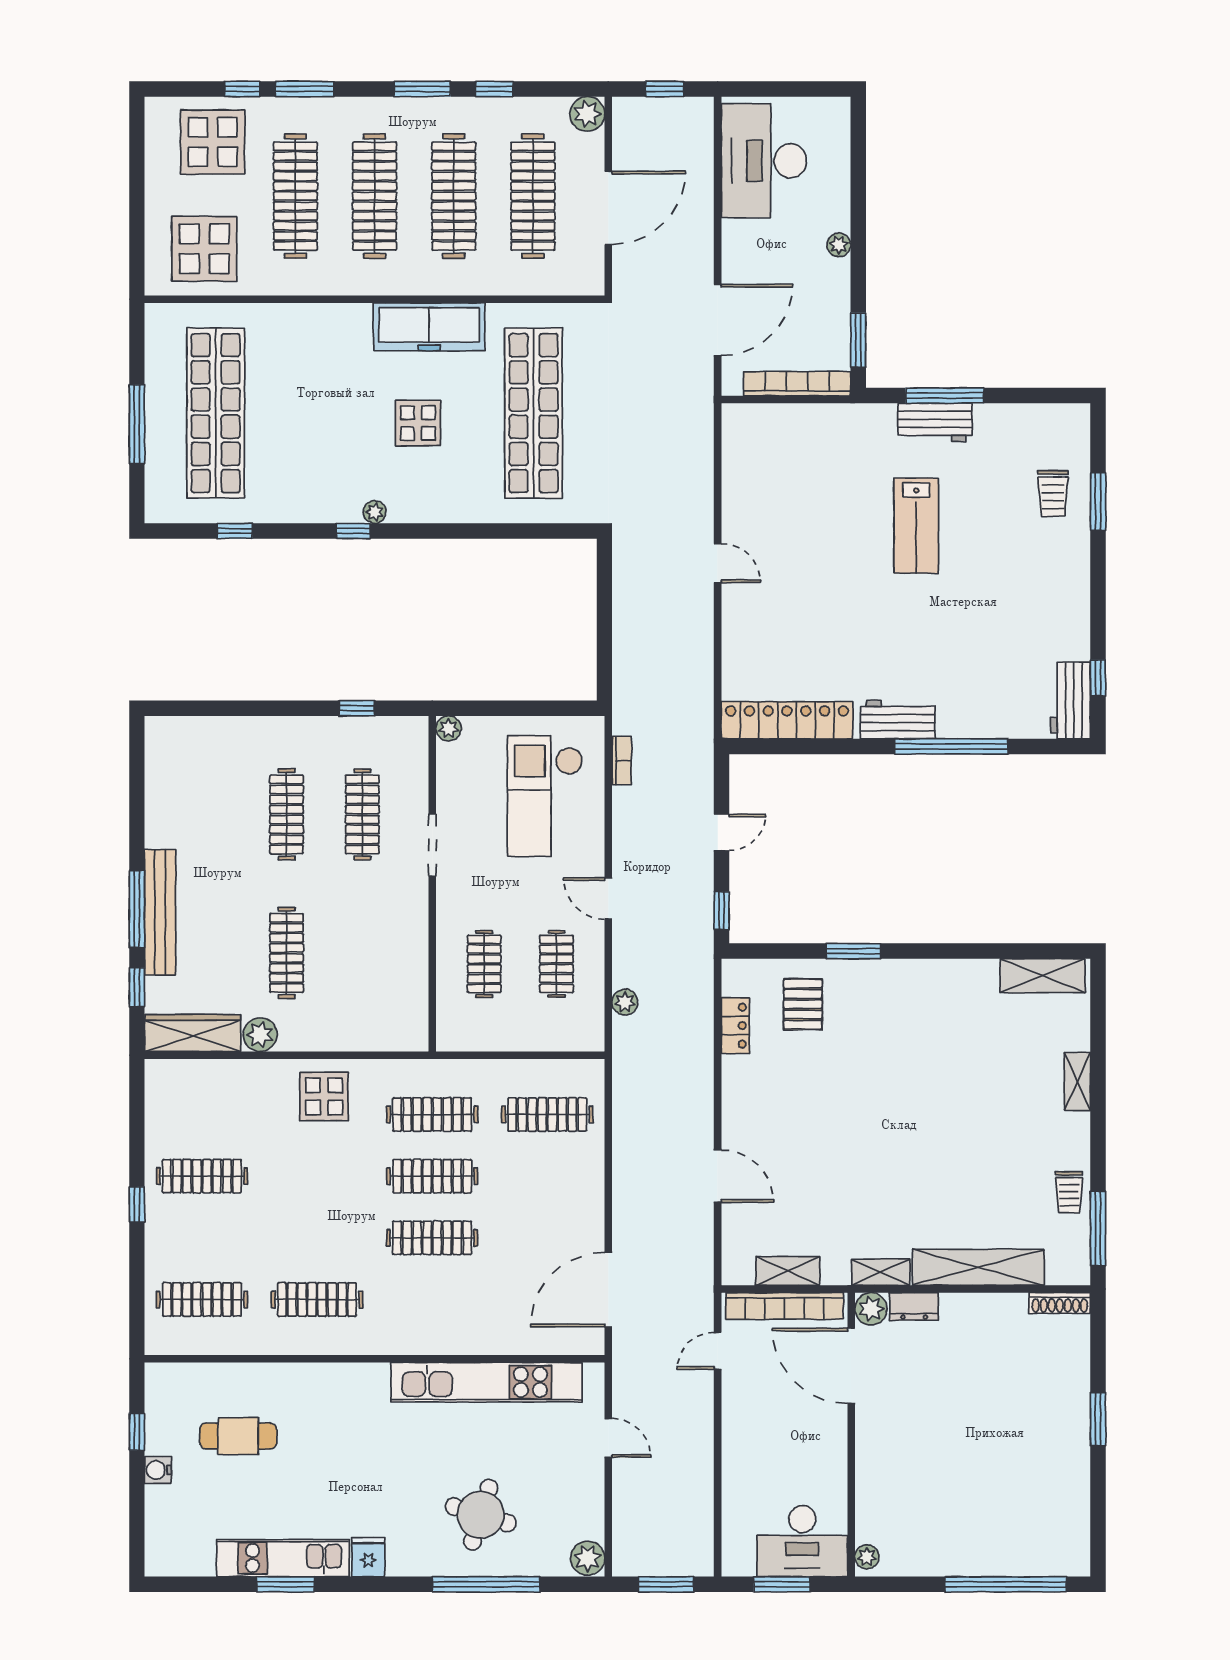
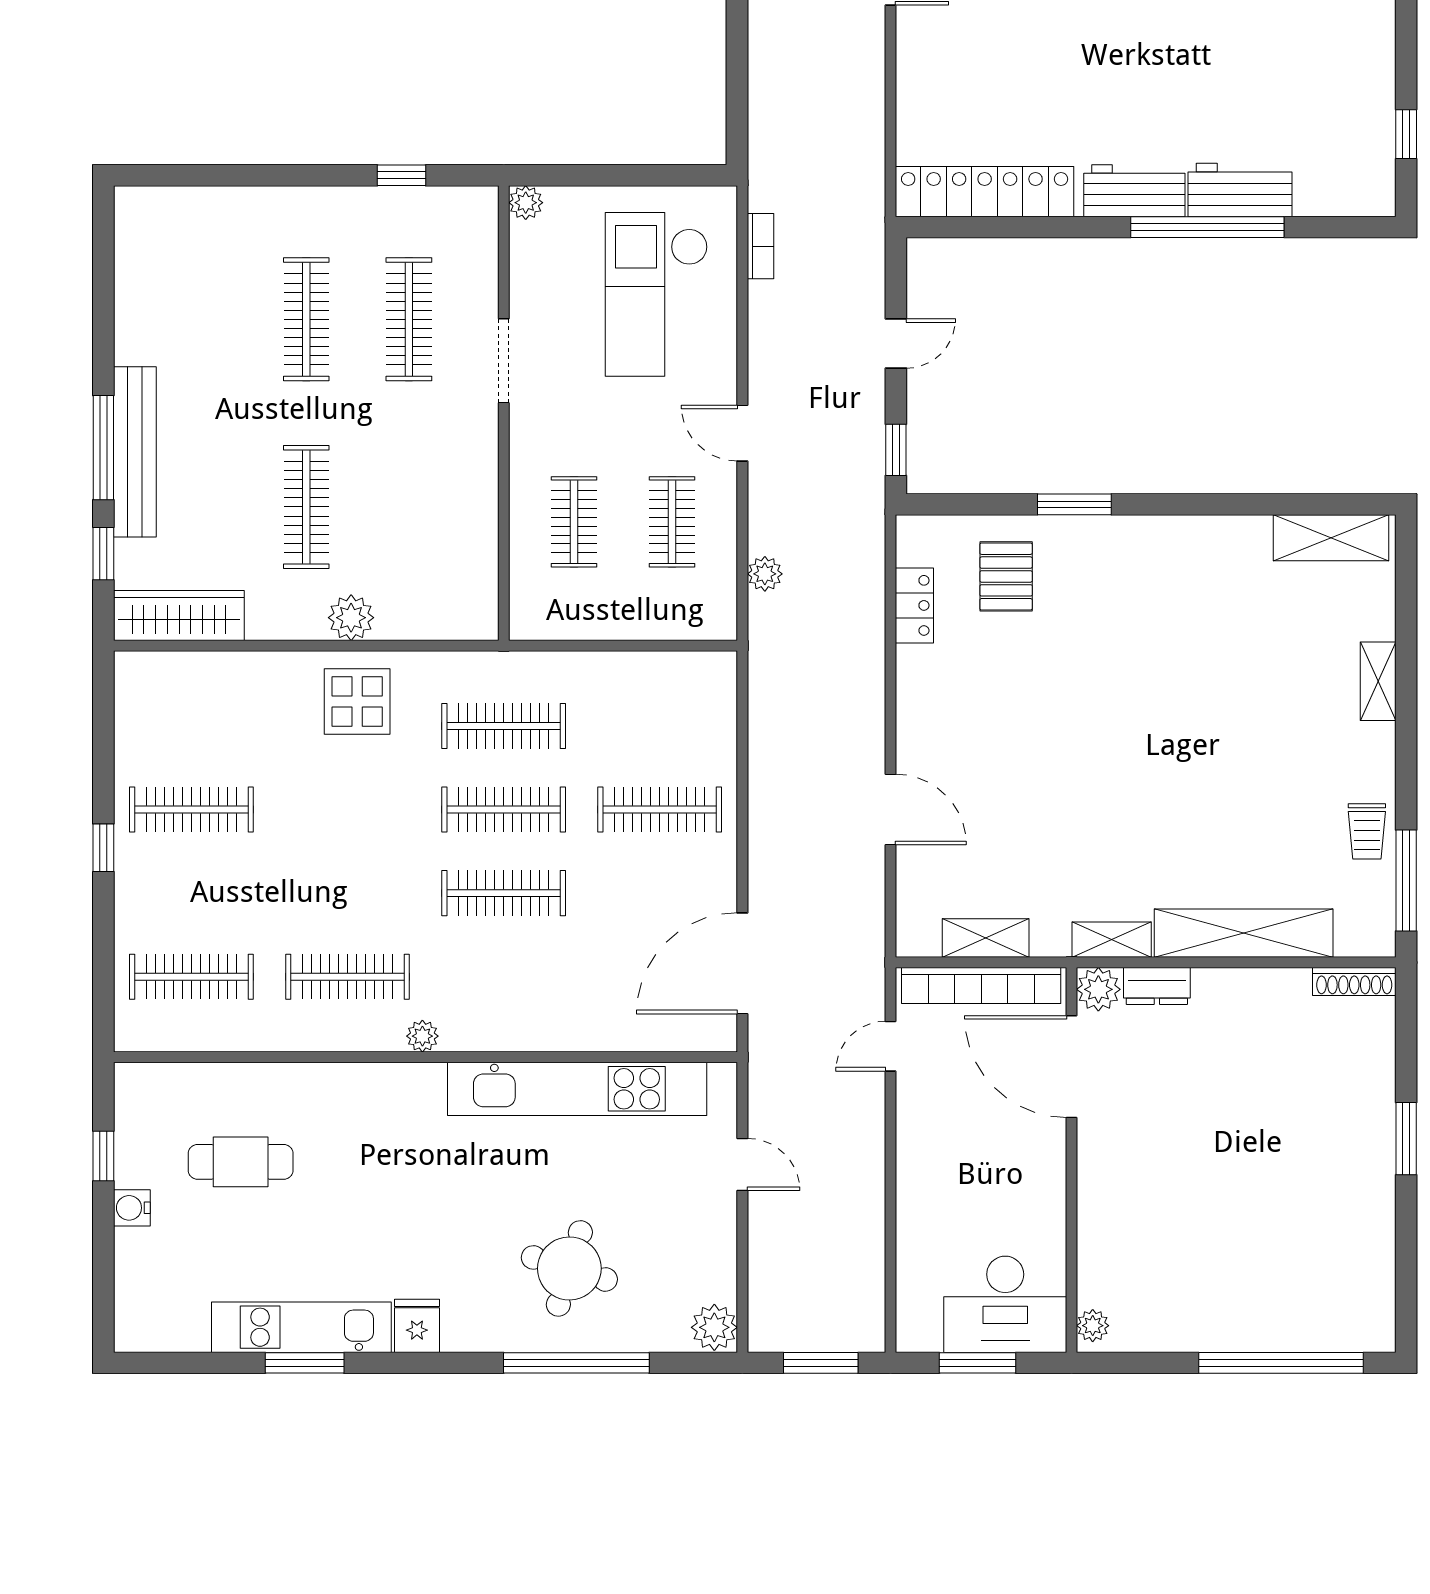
workbench: (1071, 701) -> (1240, 190), moved, turned 90
plant: (260, 1035) -> (351, 618), moved
clothes rail: (547, 1114) -> (660, 810), moved
plant: (372, 1343) -> (422, 1036), added

